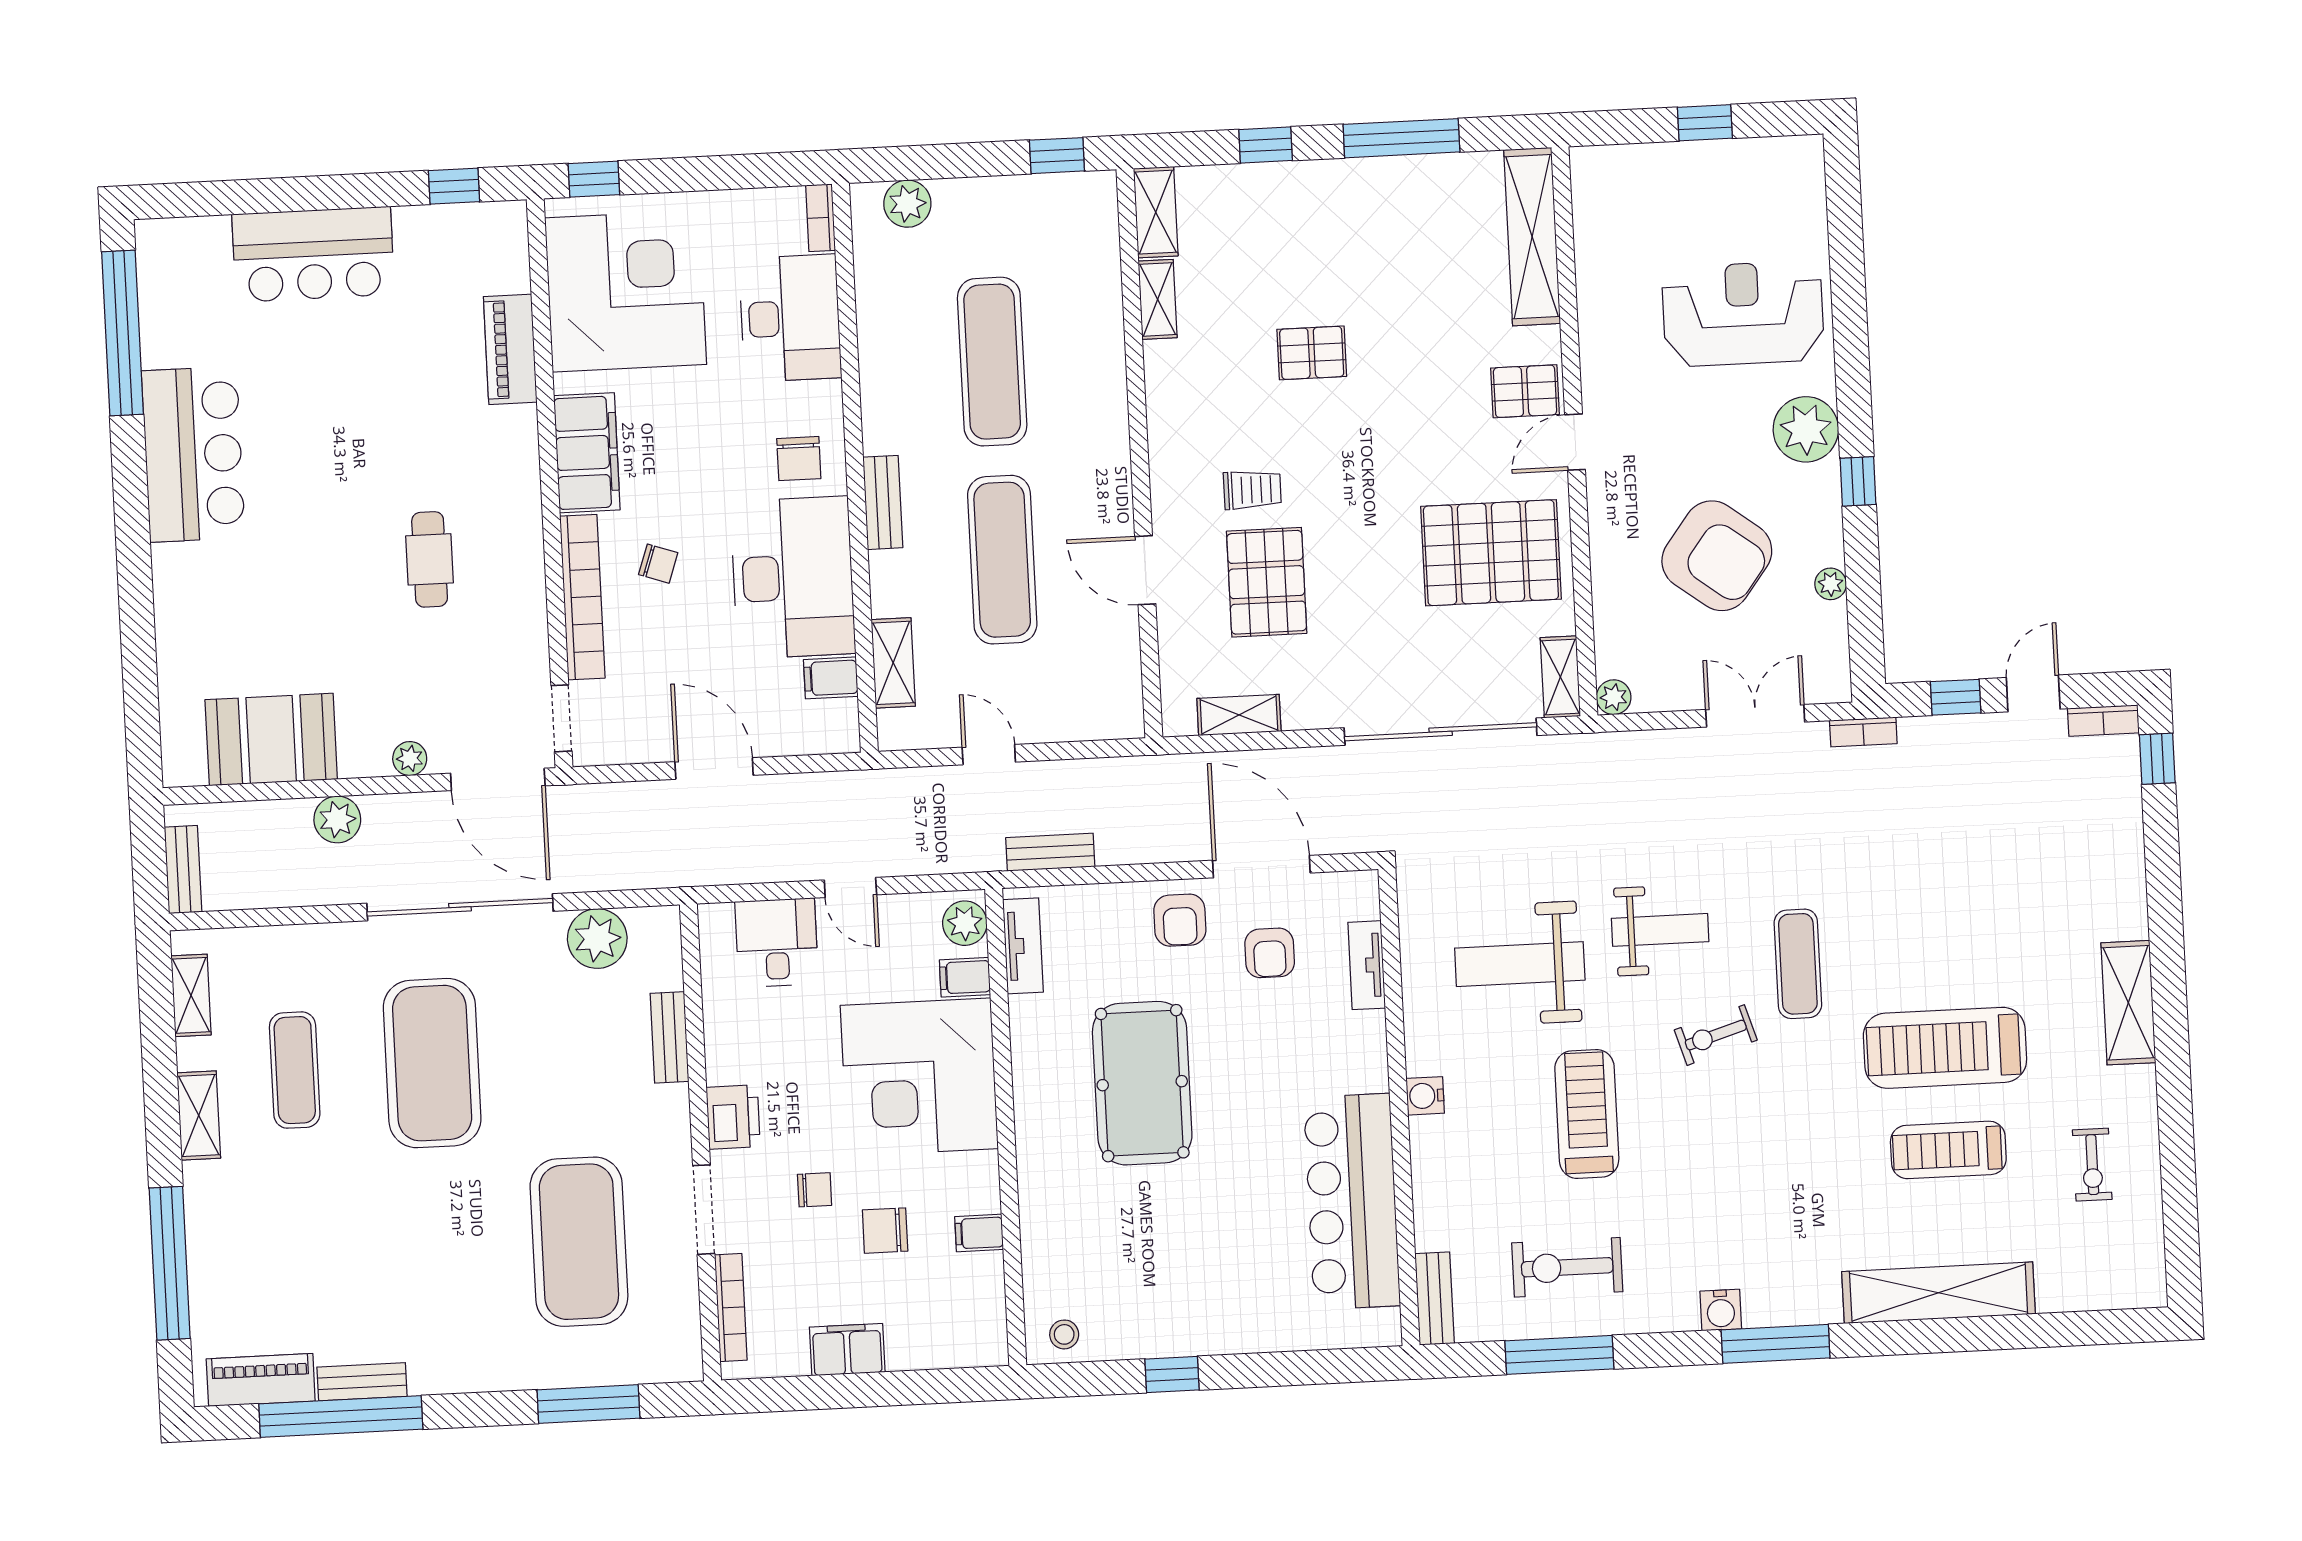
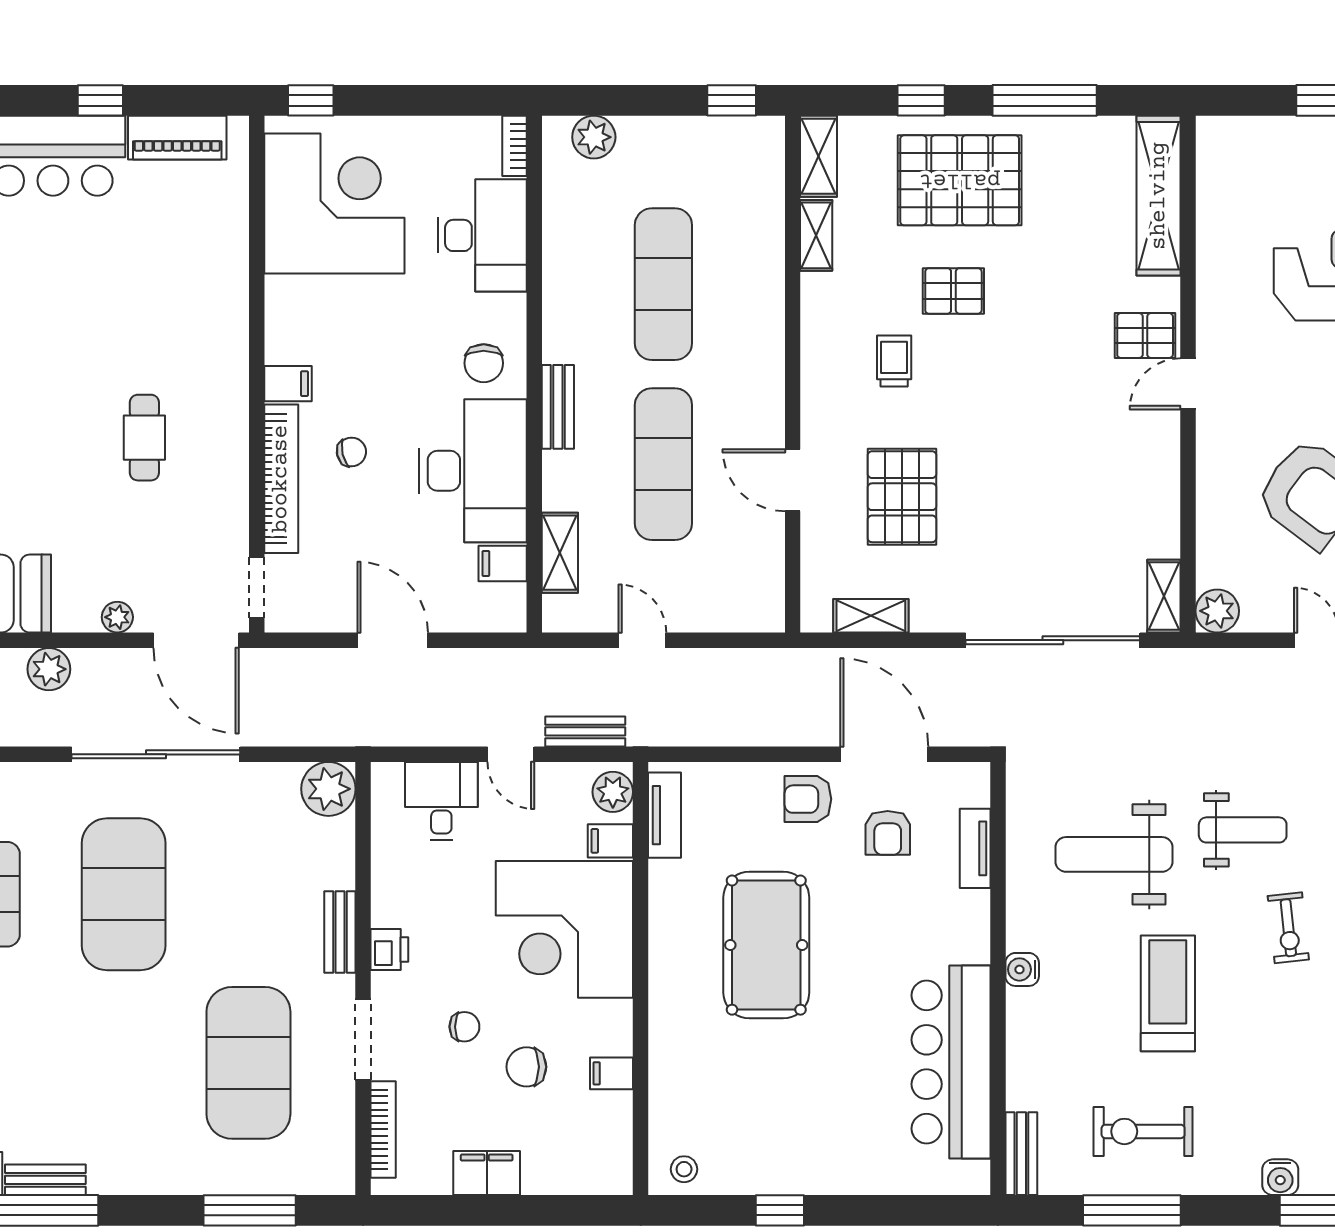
window: (454, 186) -> (100, 100), moved
piano: (510, 349) -> (177, 138), moved, turned -90
filing cabinet: (587, 453) -> (288, 384), width x0.33, depth x0.86
trolley: (1252, 490) -> (894, 361), moved, turned -90
pallet: (1491, 553) -> (960, 180), moved
chair: (658, 564) -> (351, 452), turned -32
plant: (1614, 697) -> (1217, 611), width x1.38, depth x1.38
bench: (1050, 852) -> (585, 731), moved
armchair: (1180, 920) -> (808, 799), turned 90
plant: (597, 939) -> (328, 789), moved
exercise bike: (1716, 1035) -> (1288, 928), turned -79
bench: (669, 1037) -> (340, 932), moved
printer: (733, 1117) -> (389, 949), width x0.73, depth x0.81

